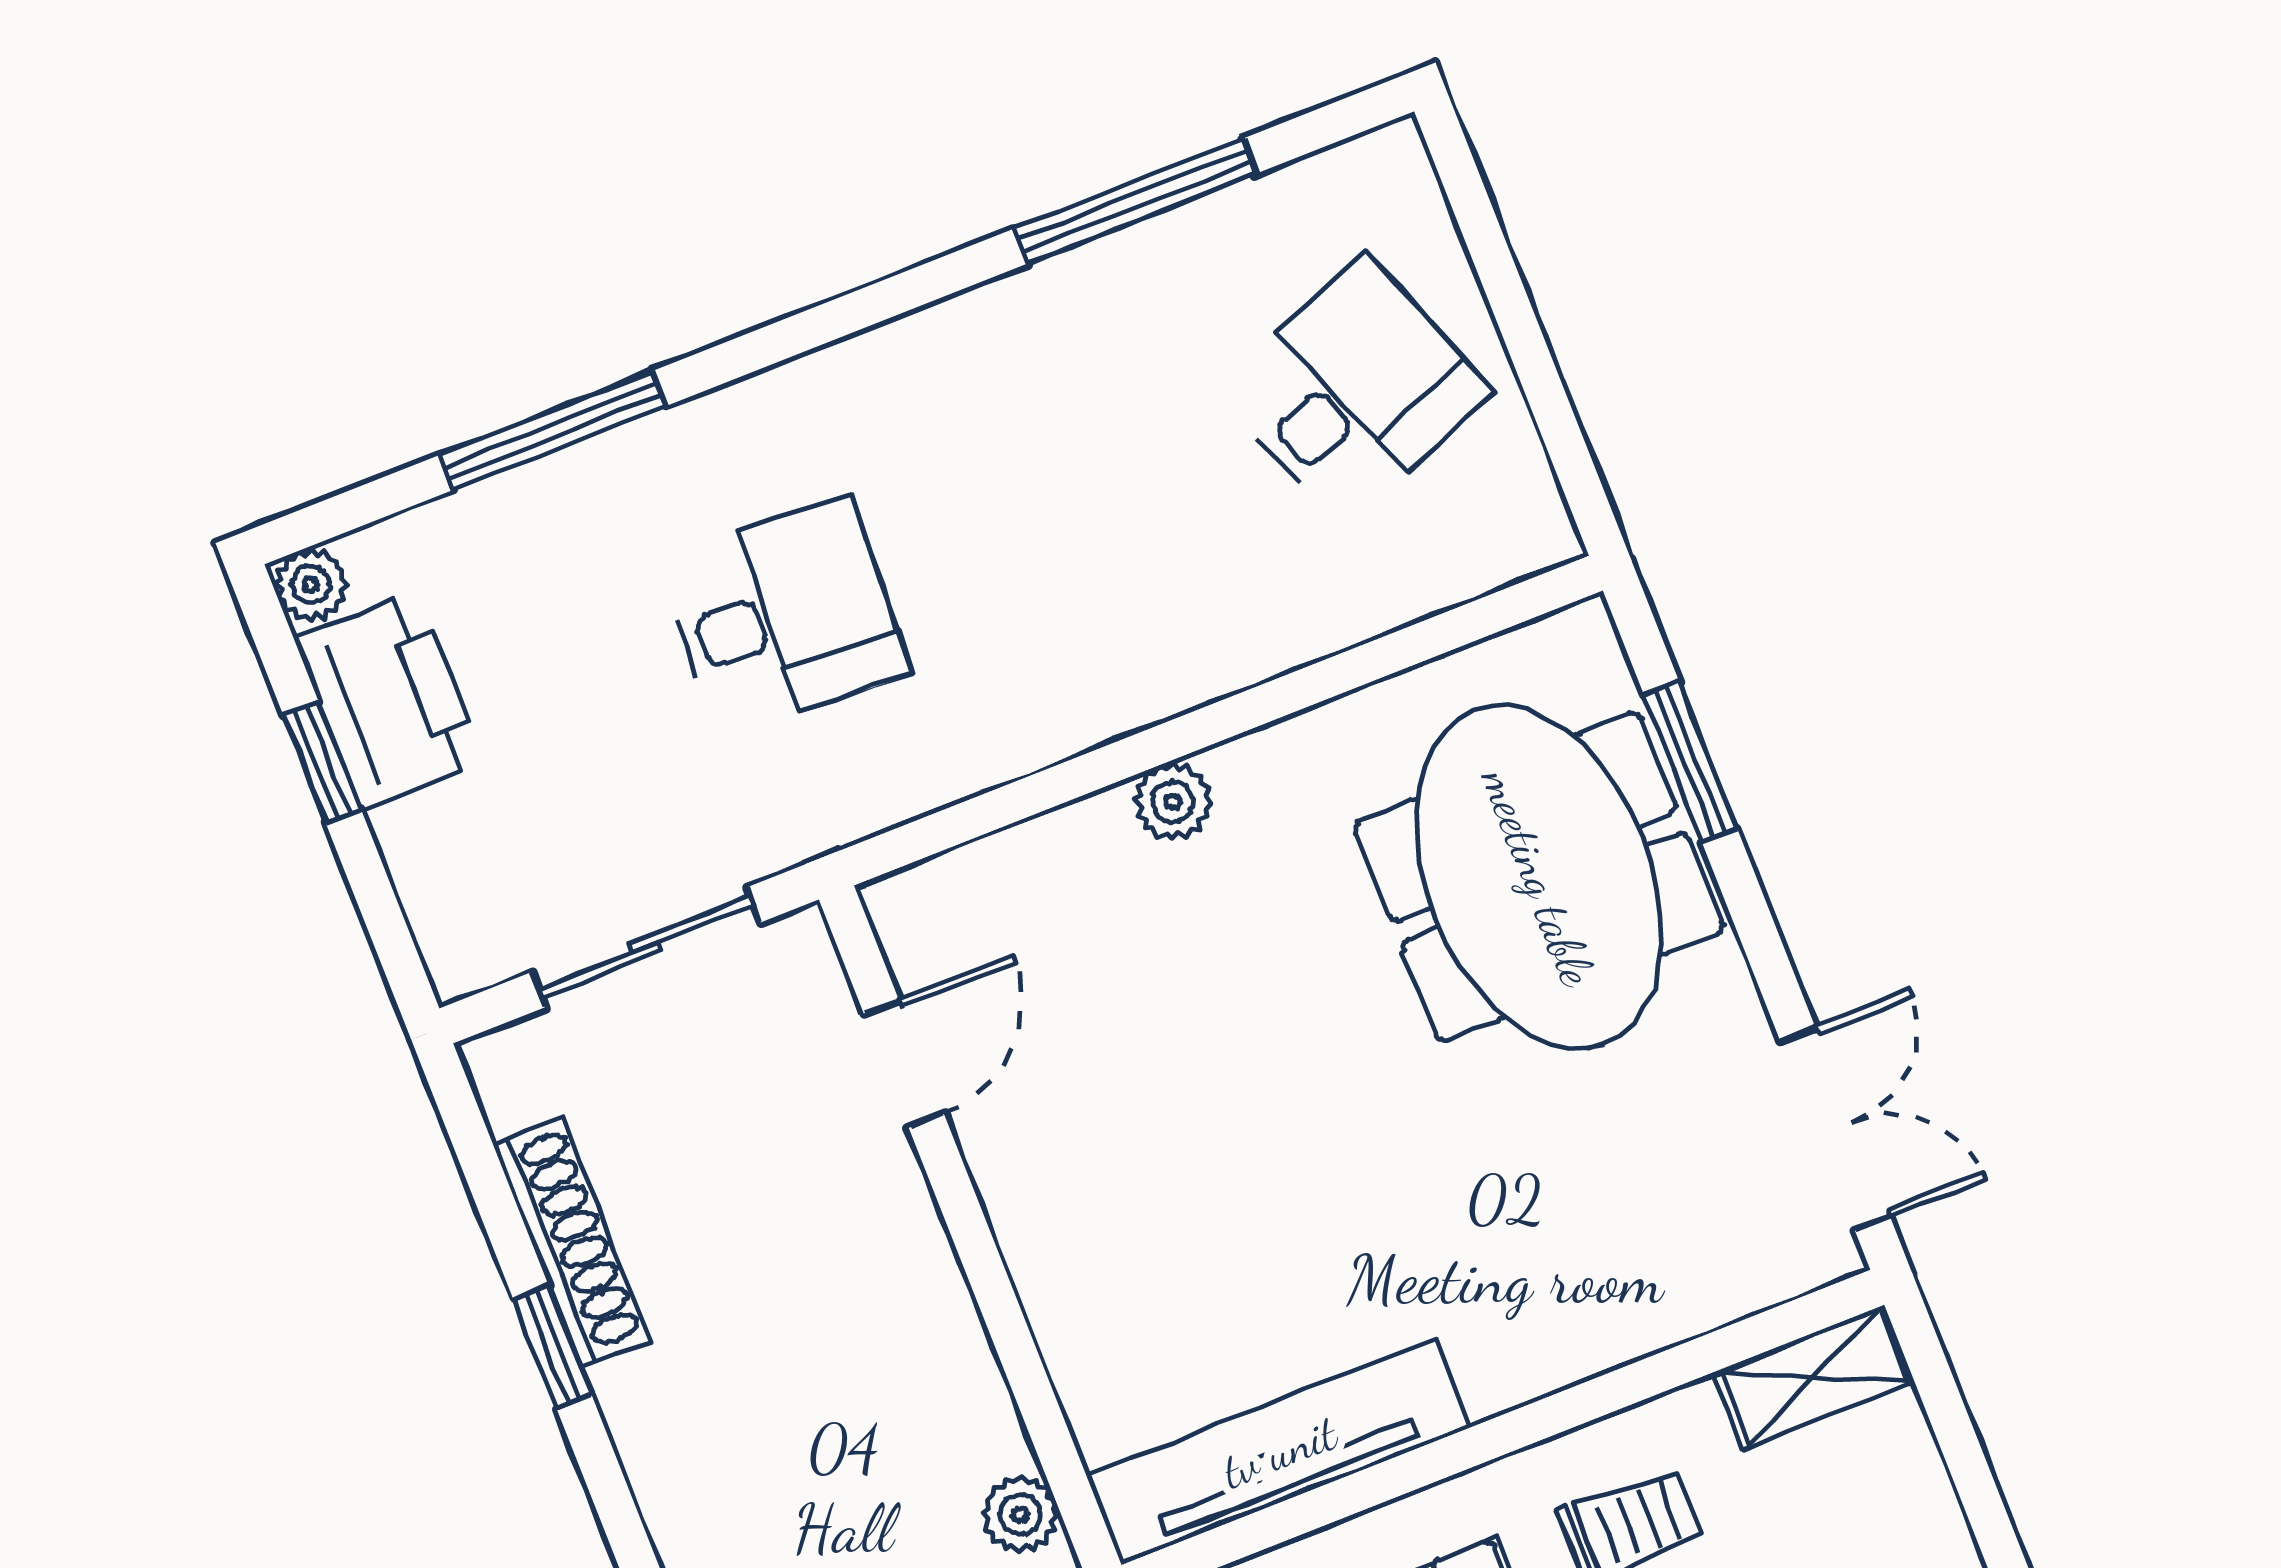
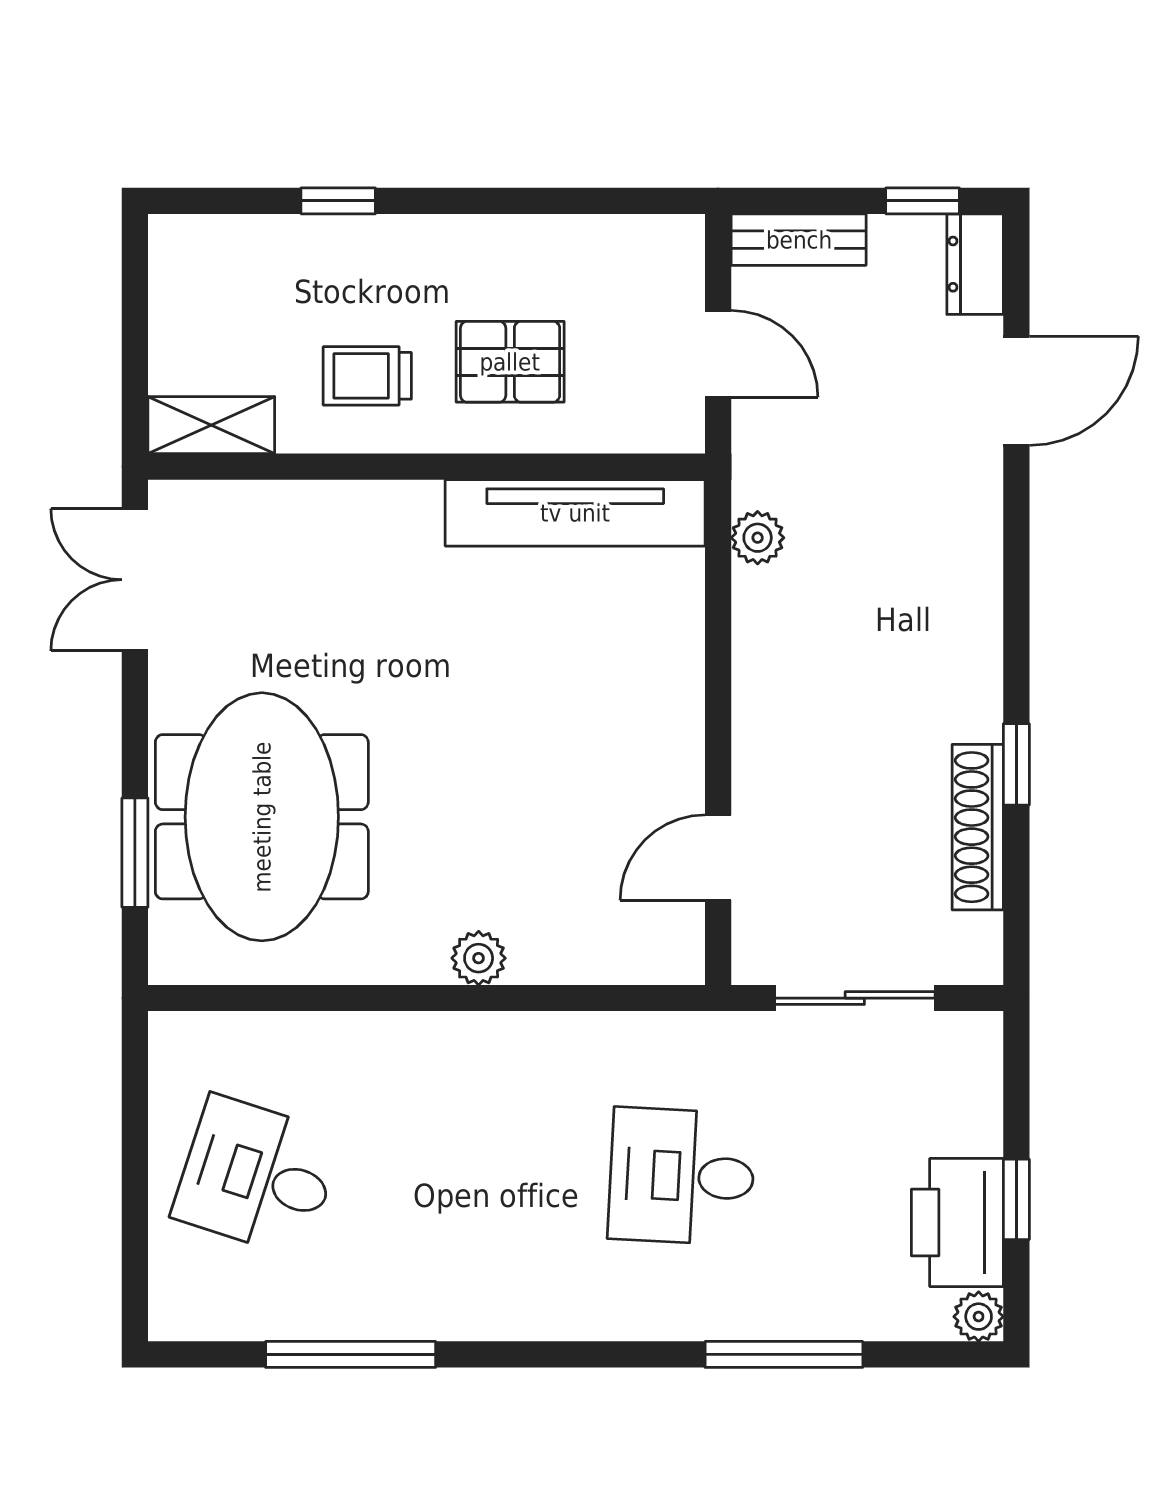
desk: (1355, 391) -> (257, 1176), turned 39

